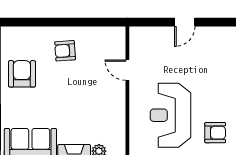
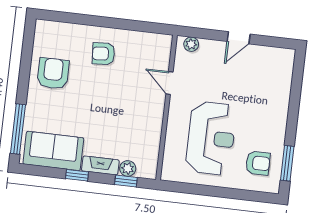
plant: (143, 33) -> (191, 44), added
reception desk: (170, 115) -> (211, 138), turned 180

